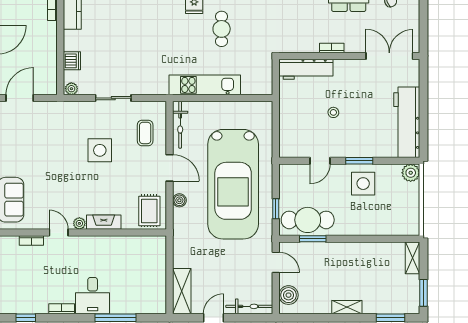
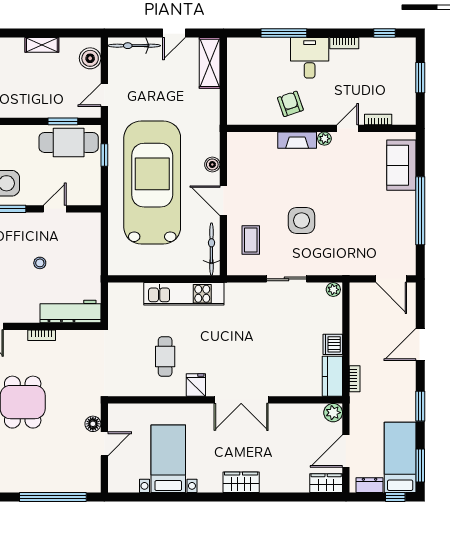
dishwasher: (72, 61) -> (333, 344), moved
door: (20, 98) -> (391, 279), hinge flipped
rug: (149, 211) -> (246, 153), removed
door: (59, 233) -> (348, 128), swing flipped
armchair: (110, 254) -> (290, 104), added
door: (276, 262) -> (104, 95), hinge flipped
shelving: (347, 307) -> (42, 45), moved

